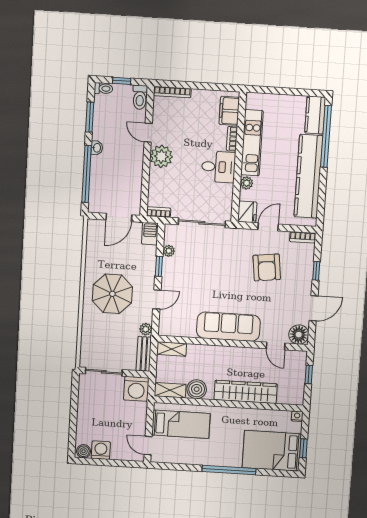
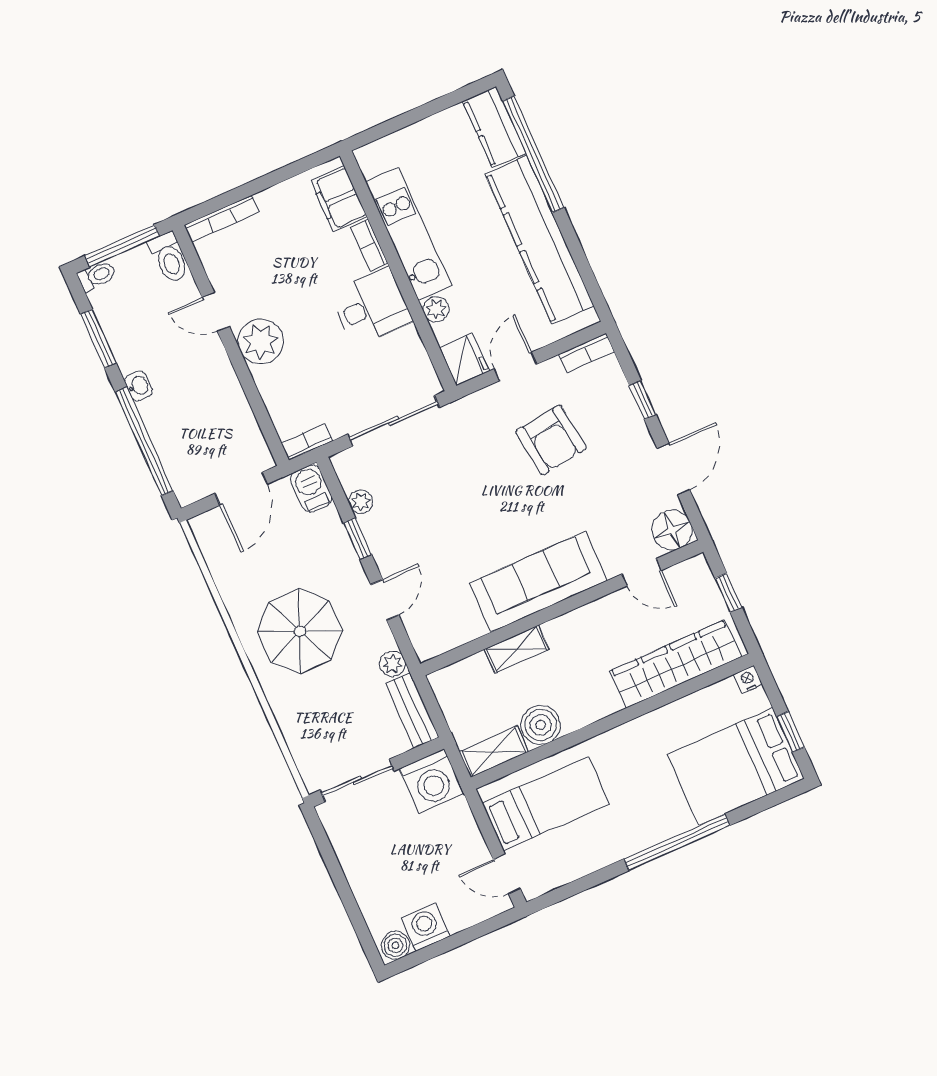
window: (122, 81) -> (122, 246), width x2.17
shelving: (172, 349) -> (517, 649), moved
wardrobe: (246, 392) -> (676, 664), moved

